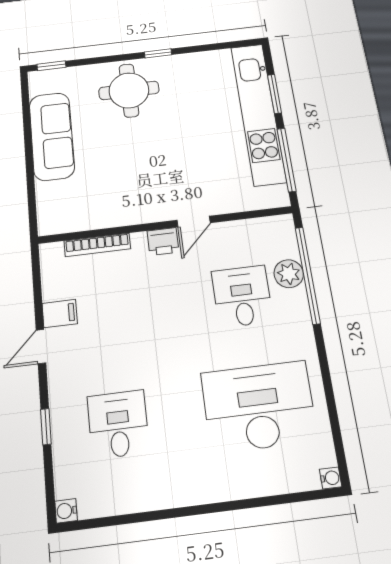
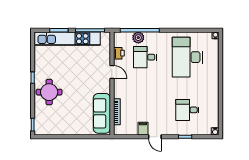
sofa: (52, 136) -> (102, 113), moved, turned -90
printer: (163, 241) -> (119, 53), moved

